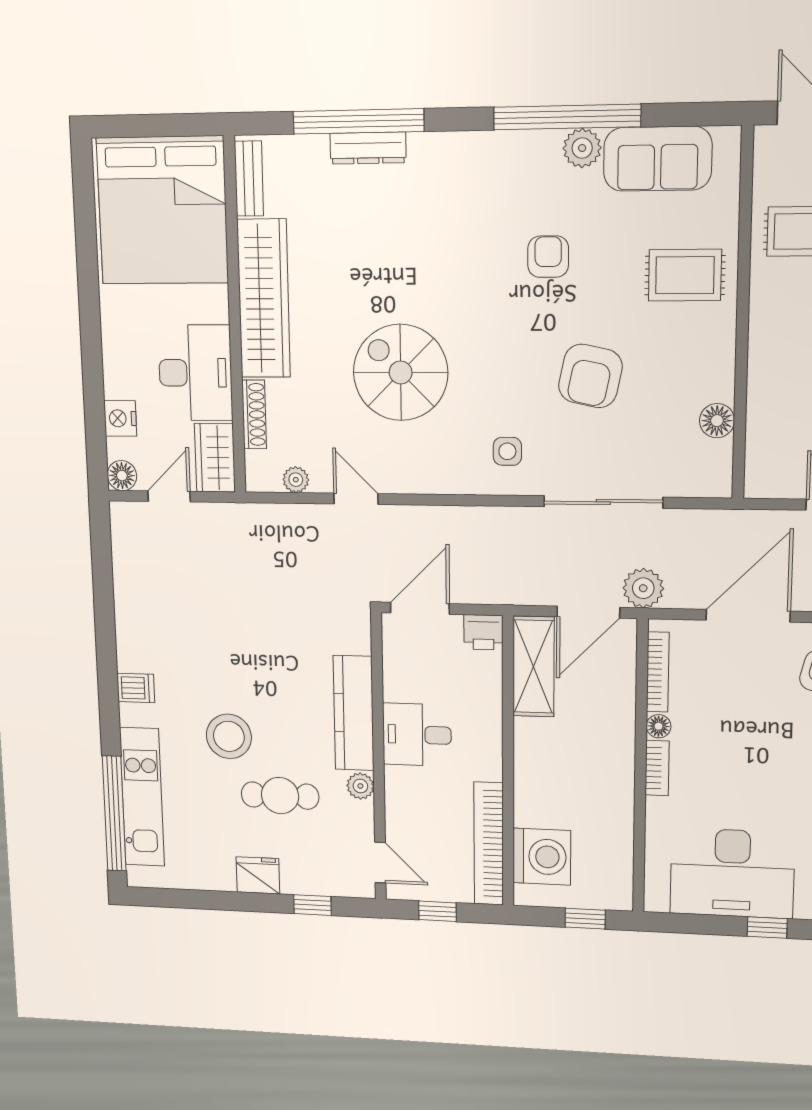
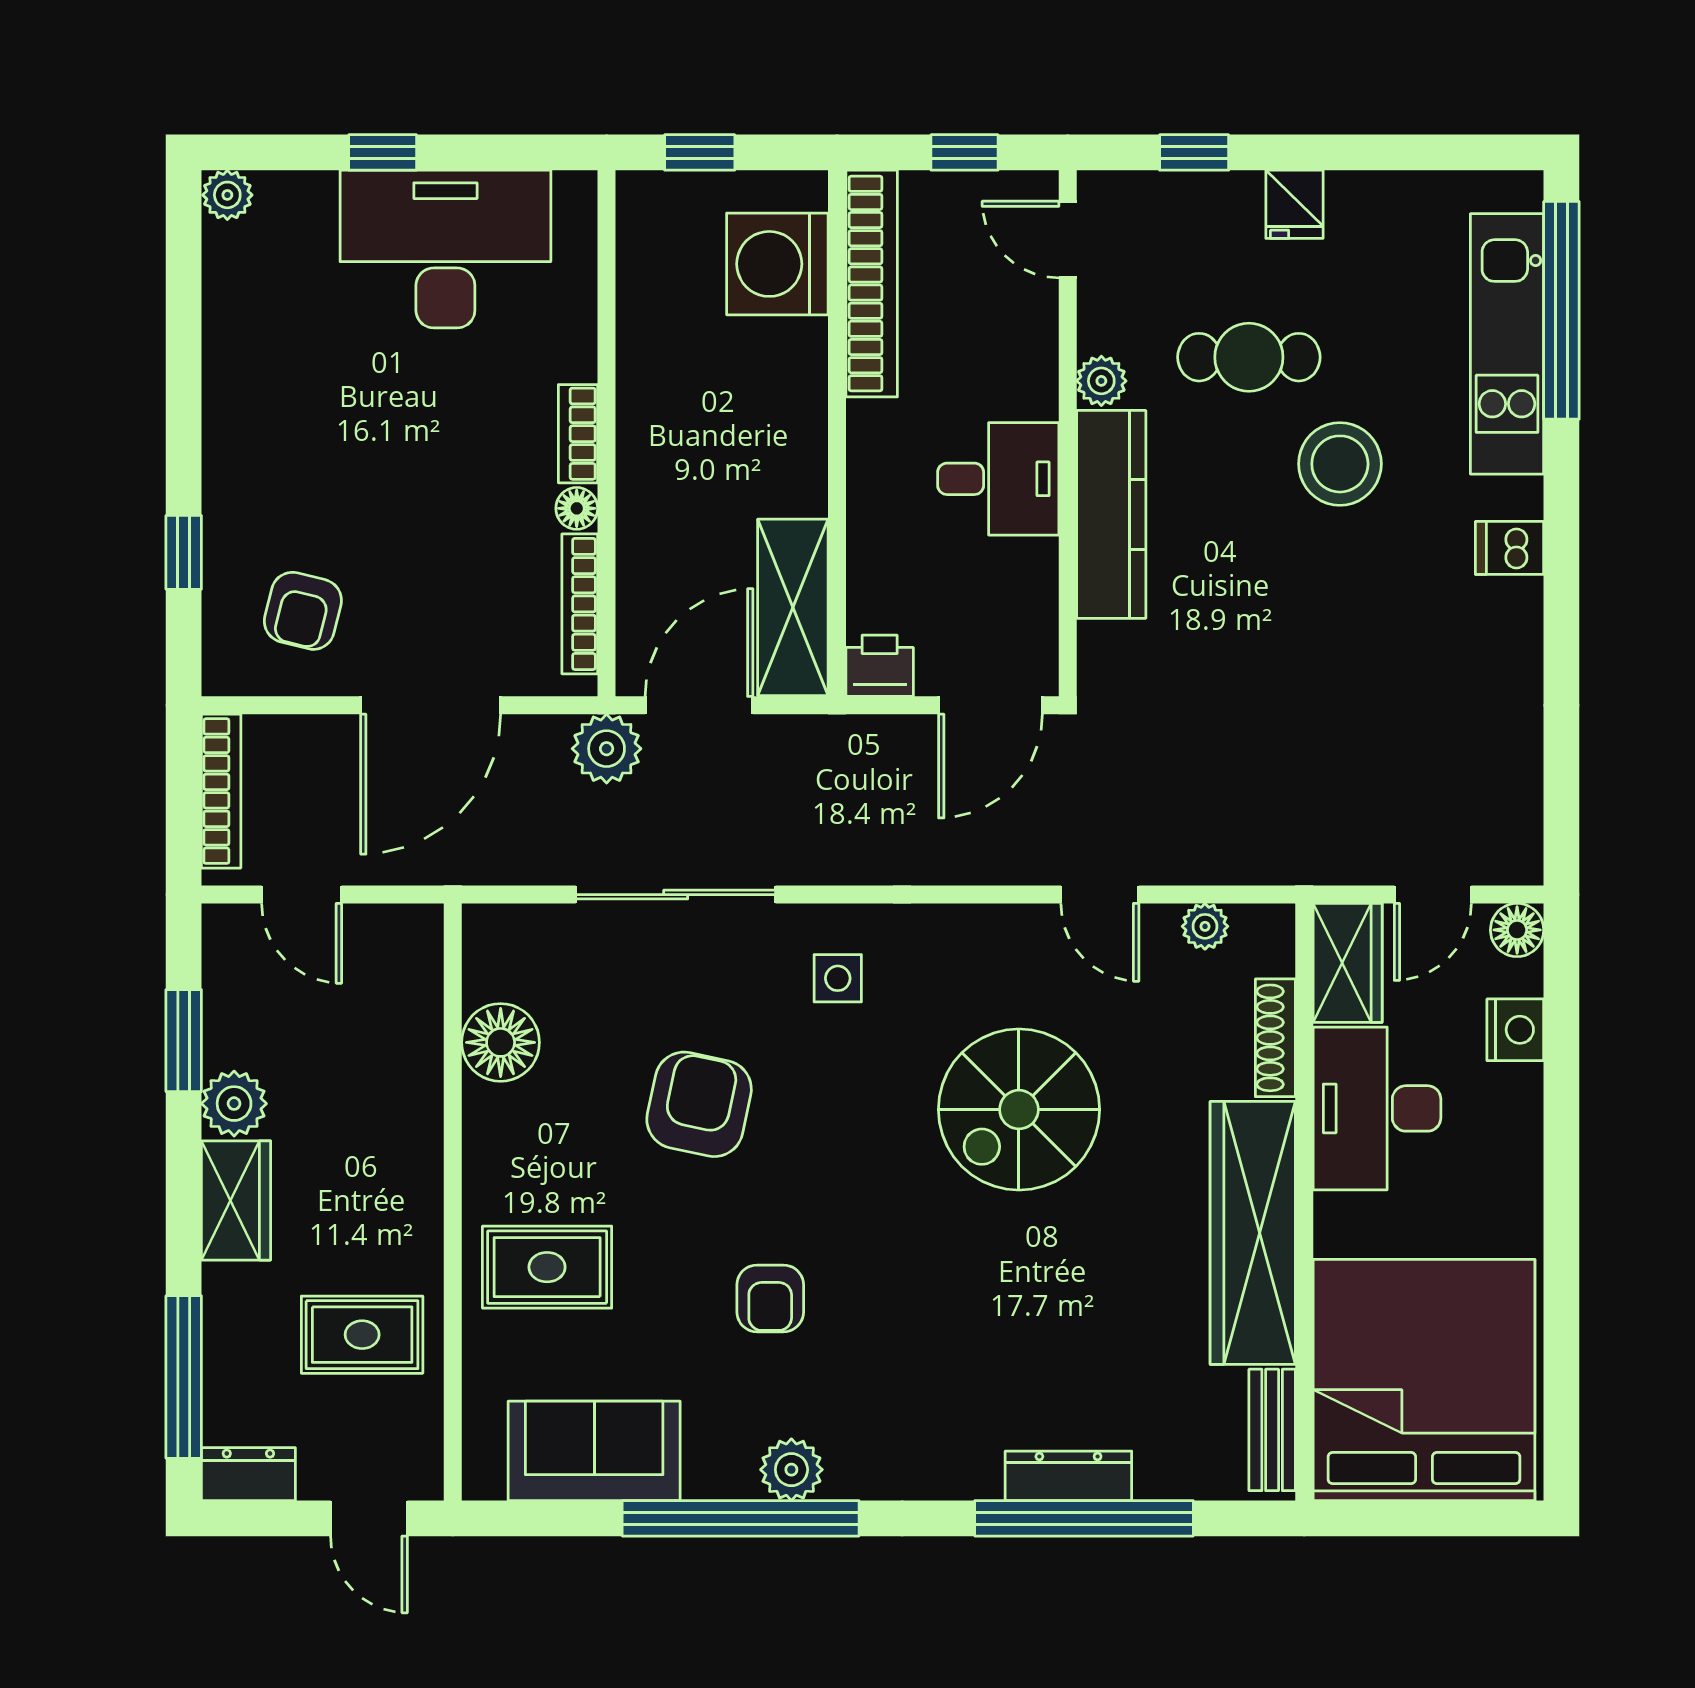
plant: (582, 148) -> (791, 1470), moved
spiral stairs: (401, 372) -> (1019, 1110), turned 90
floor lamp: (717, 421) -> (501, 1042), width x1.38, depth x1.38
fridge: (258, 875) -> (1294, 204), width x0.72

